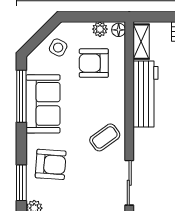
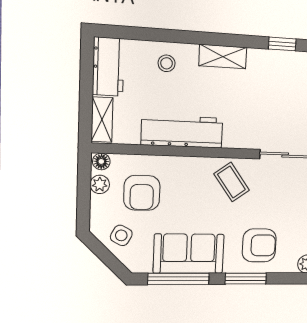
shelving: (141, 42) -> (102, 120), moved, turned 90
armchair: (51, 164) -> (259, 245), turned 86
window: (21, 183) -> (246, 279), moved

